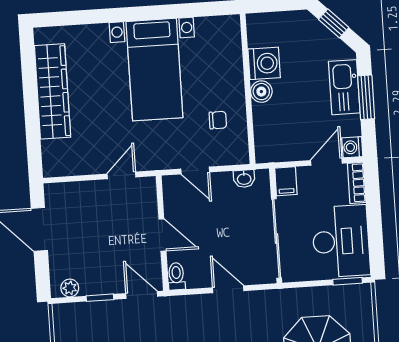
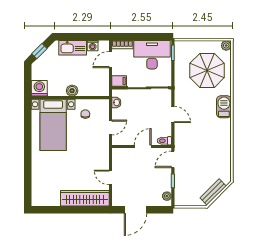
washing machine: (264, 63) -> (39, 88), moved
bed with nightstands: (154, 70) -> (53, 125), moved, turned 90
wardrobe: (52, 91) -> (85, 198), moved
window: (366, 97) -> (79, 37), removed
washing machine: (352, 147) -> (93, 46), moved
door: (326, 162) -> (111, 60), hinge flipped
door: (121, 175) -> (111, 177), moved
door: (228, 289) -> (173, 115), swing flipped

